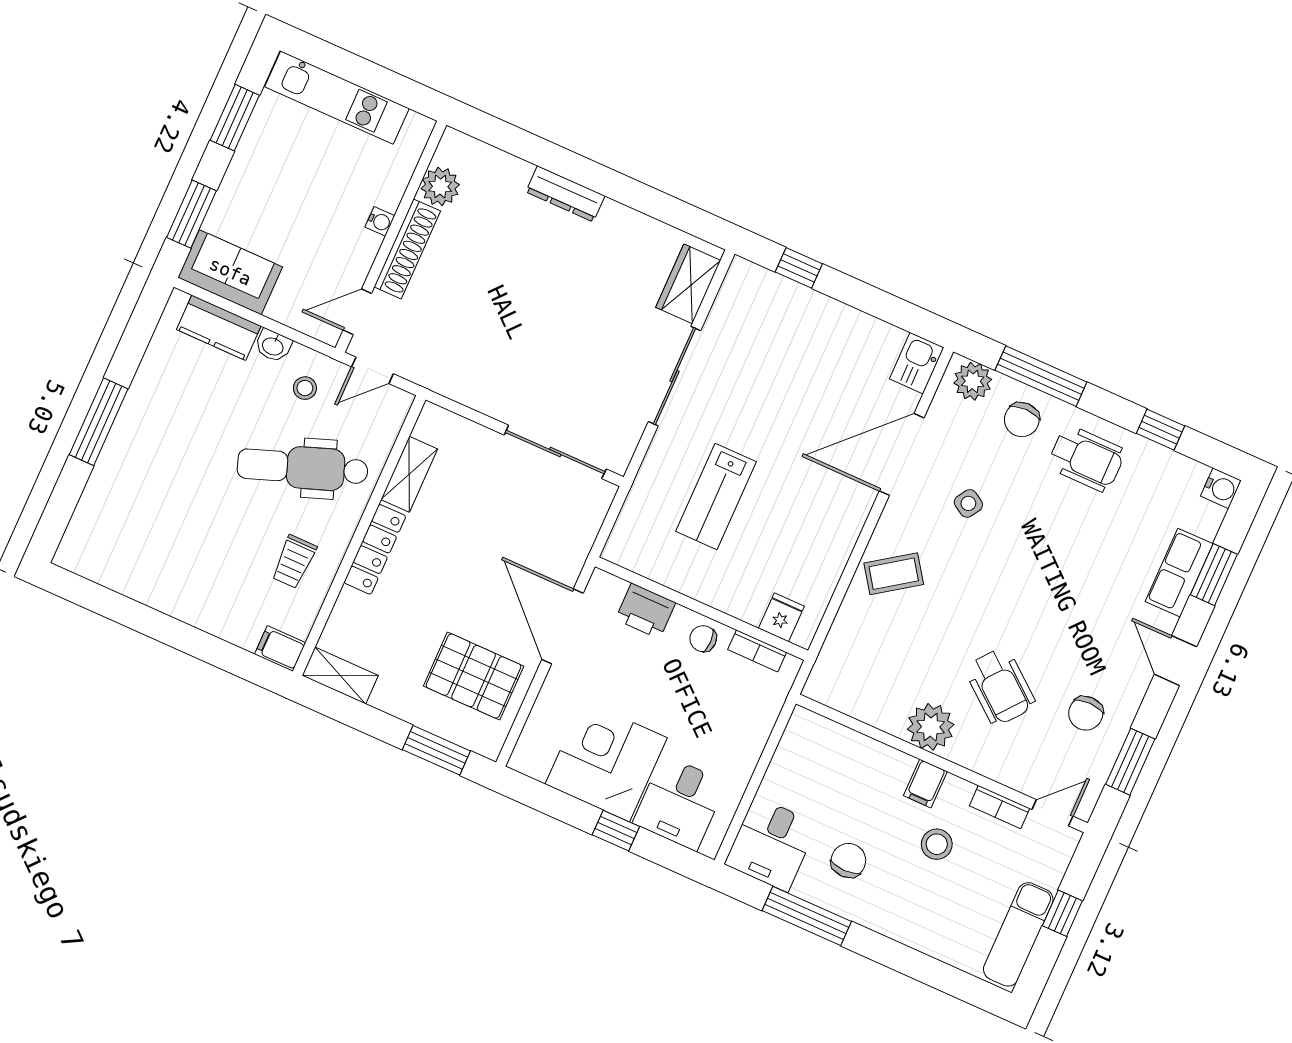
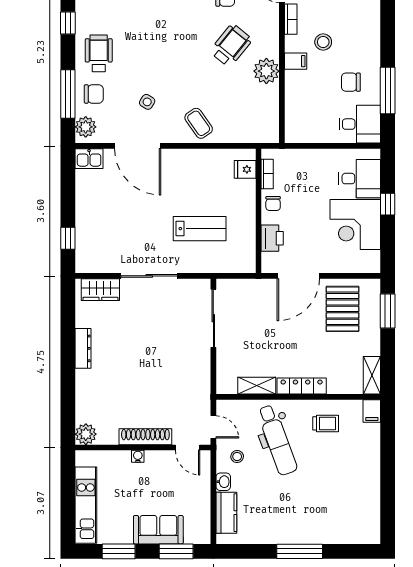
plant: (440, 187) -> (86, 434), moved
dresser: (565, 194) -> (83, 348), moved
sofa: (230, 272) -> (158, 530), moved, turned 90

